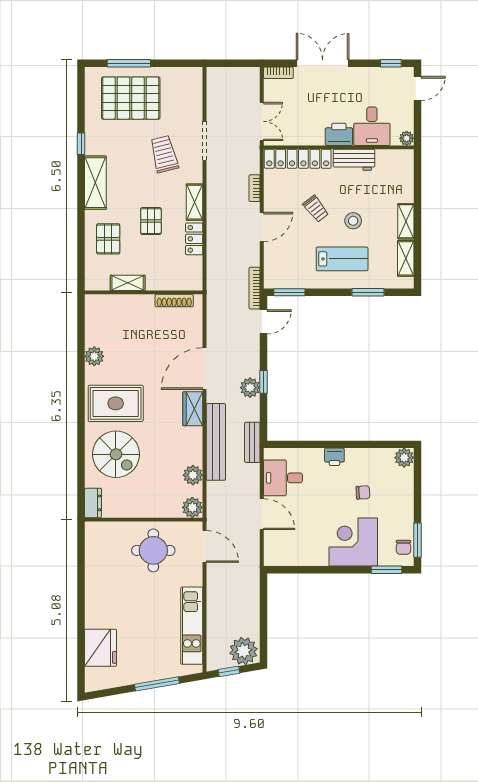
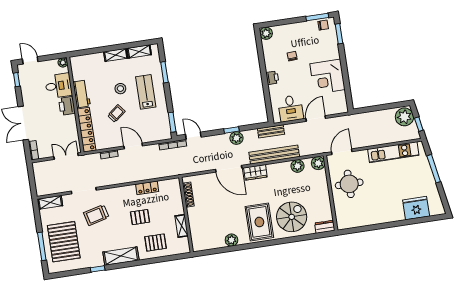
shelving: (195, 202) -> (50, 202), moved
corner desk: (353, 542) -> (327, 77), moved

